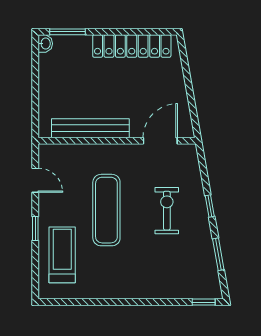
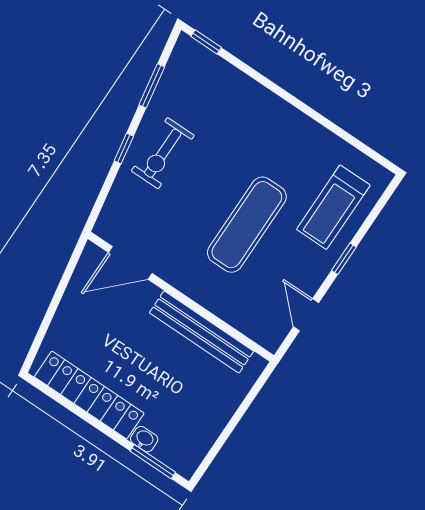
washbasin: (45, 44) -> (144, 439), moved, turned 90
exercise bike: (167, 211) -> (163, 153), moved

